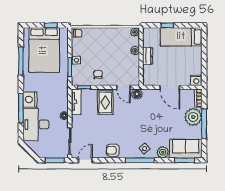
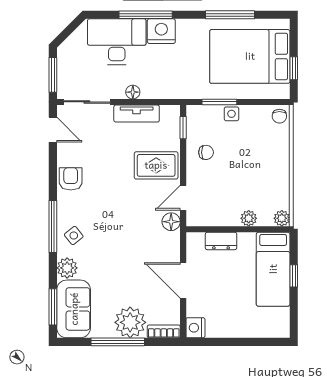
bed: (181, 37) -> (273, 269), moved, turned 180
dresser: (148, 56) -> (221, 241), moved
door: (170, 87) -> (183, 280), hinge flipped
tv unit: (76, 102) -> (137, 114), moved

